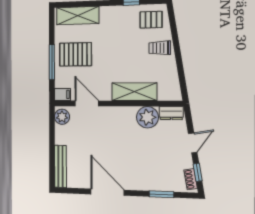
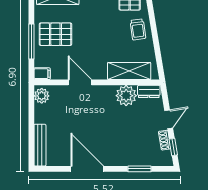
trolley: (160, 48) -> (138, 29), turned -98
shelving: (134, 92) -> (129, 71), moved
door: (87, 103) -> (80, 82), moved
shoe rack: (191, 179) -> (165, 140), moved

